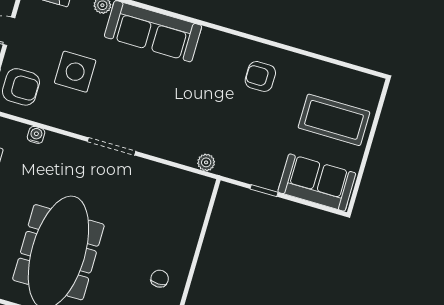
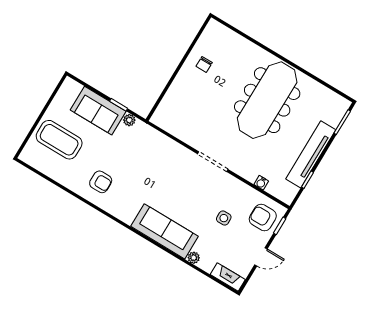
side table: (75, 72) -> (224, 218), width x0.54, depth x0.54
plant: (206, 162) -> (129, 120), moved
sofa: (317, 183) -> (98, 111), moved

